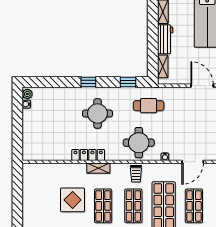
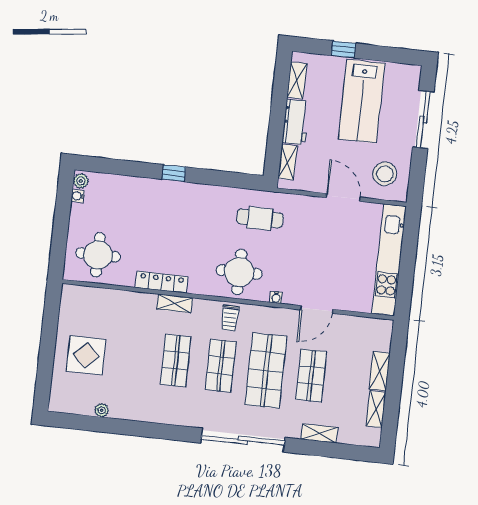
window: (128, 82) -> (233, 180), removed
round table: (97, 113) -> (98, 255), moved
display table: (73, 200) -> (86, 355), moved

